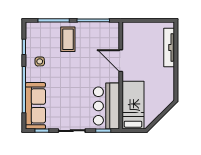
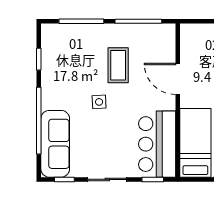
coffee table: (68, 39) -> (118, 65), moved
side table: (40, 61) -> (99, 102), moved

